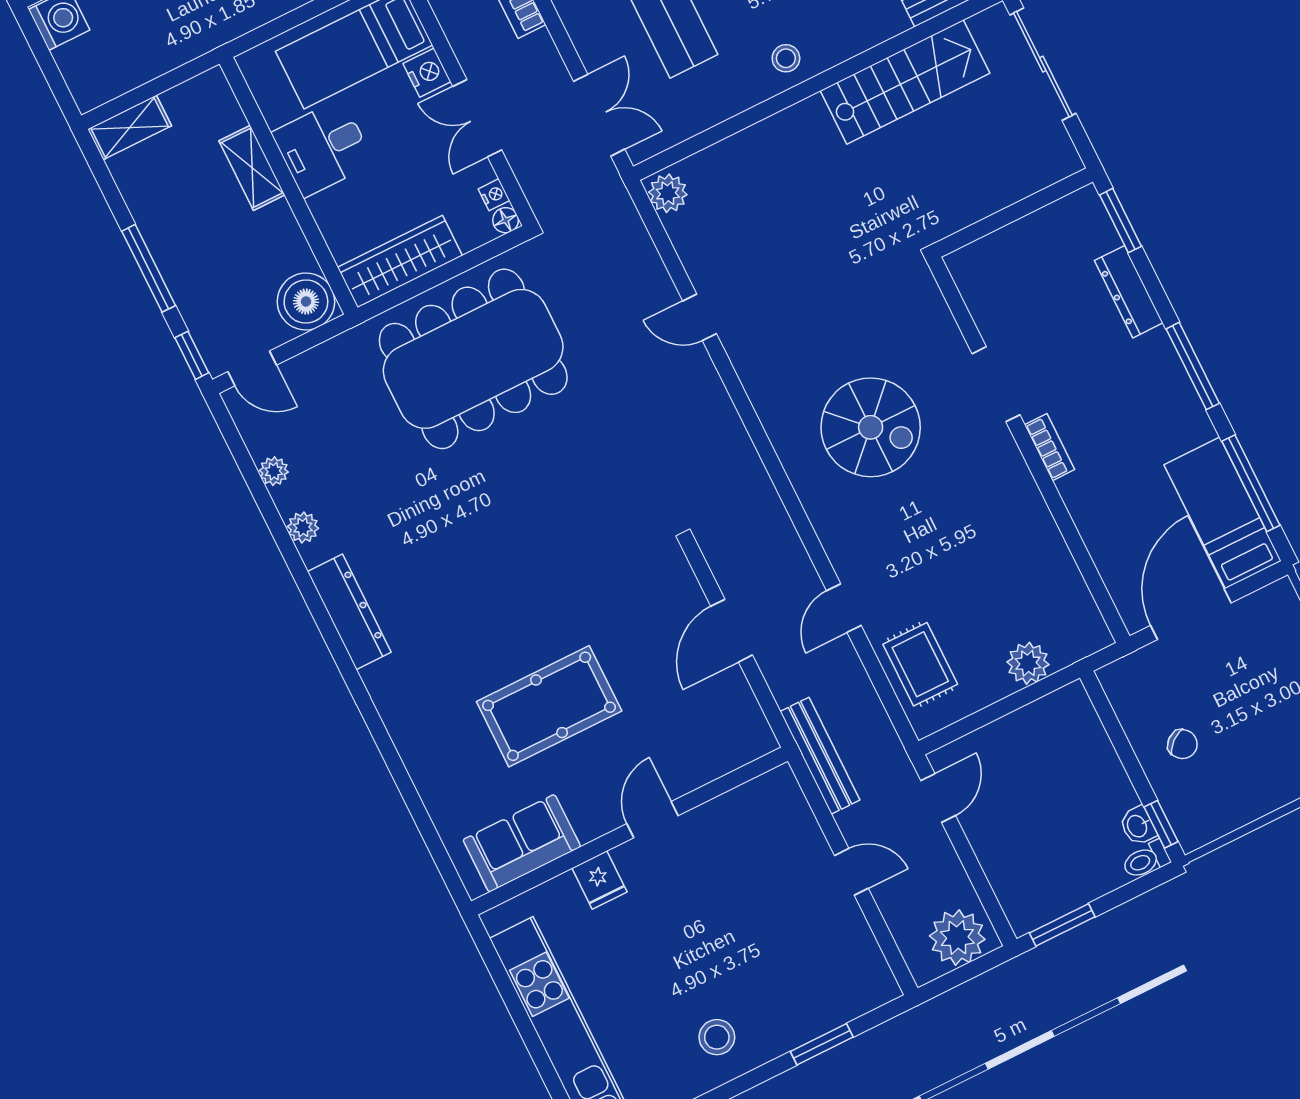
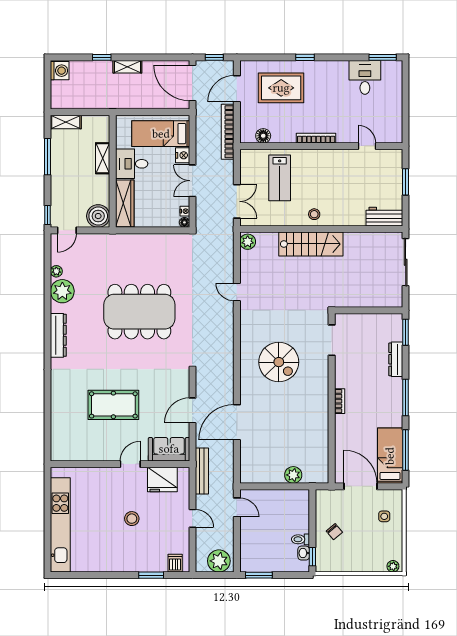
stairs: (905, 82) -> (311, 244), moved
wardrobe: (400, 261) -> (125, 203), moved, turned 90
window: (149, 268) -> (48, 157), moved
dining table: (473, 359) -> (139, 312), moved
door: (252, 368) -> (67, 230), hinge flipped
doorway: (996, 384) -> (332, 340), moved
plant: (303, 527) -> (62, 291), width x1.88, depth x1.88
door: (844, 608) -> (237, 422), width x1.88
door: (1191, 614) -> (361, 486), hinge flipped
side table: (1277, 655) -> (384, 516), added
rug: (920, 664) -> (254, 456), removed
door: (938, 798) -> (237, 507), hinge flipped
sofa: (522, 843) -> (169, 449), moved
toilet: (1146, 860) -> (300, 539), moved
fridge: (599, 880) -> (162, 480), moved, width x1.88, depth x1.34
dishwasher: (862, 991) -> (175, 563), added
stool: (717, 1037) -> (132, 519), moved

